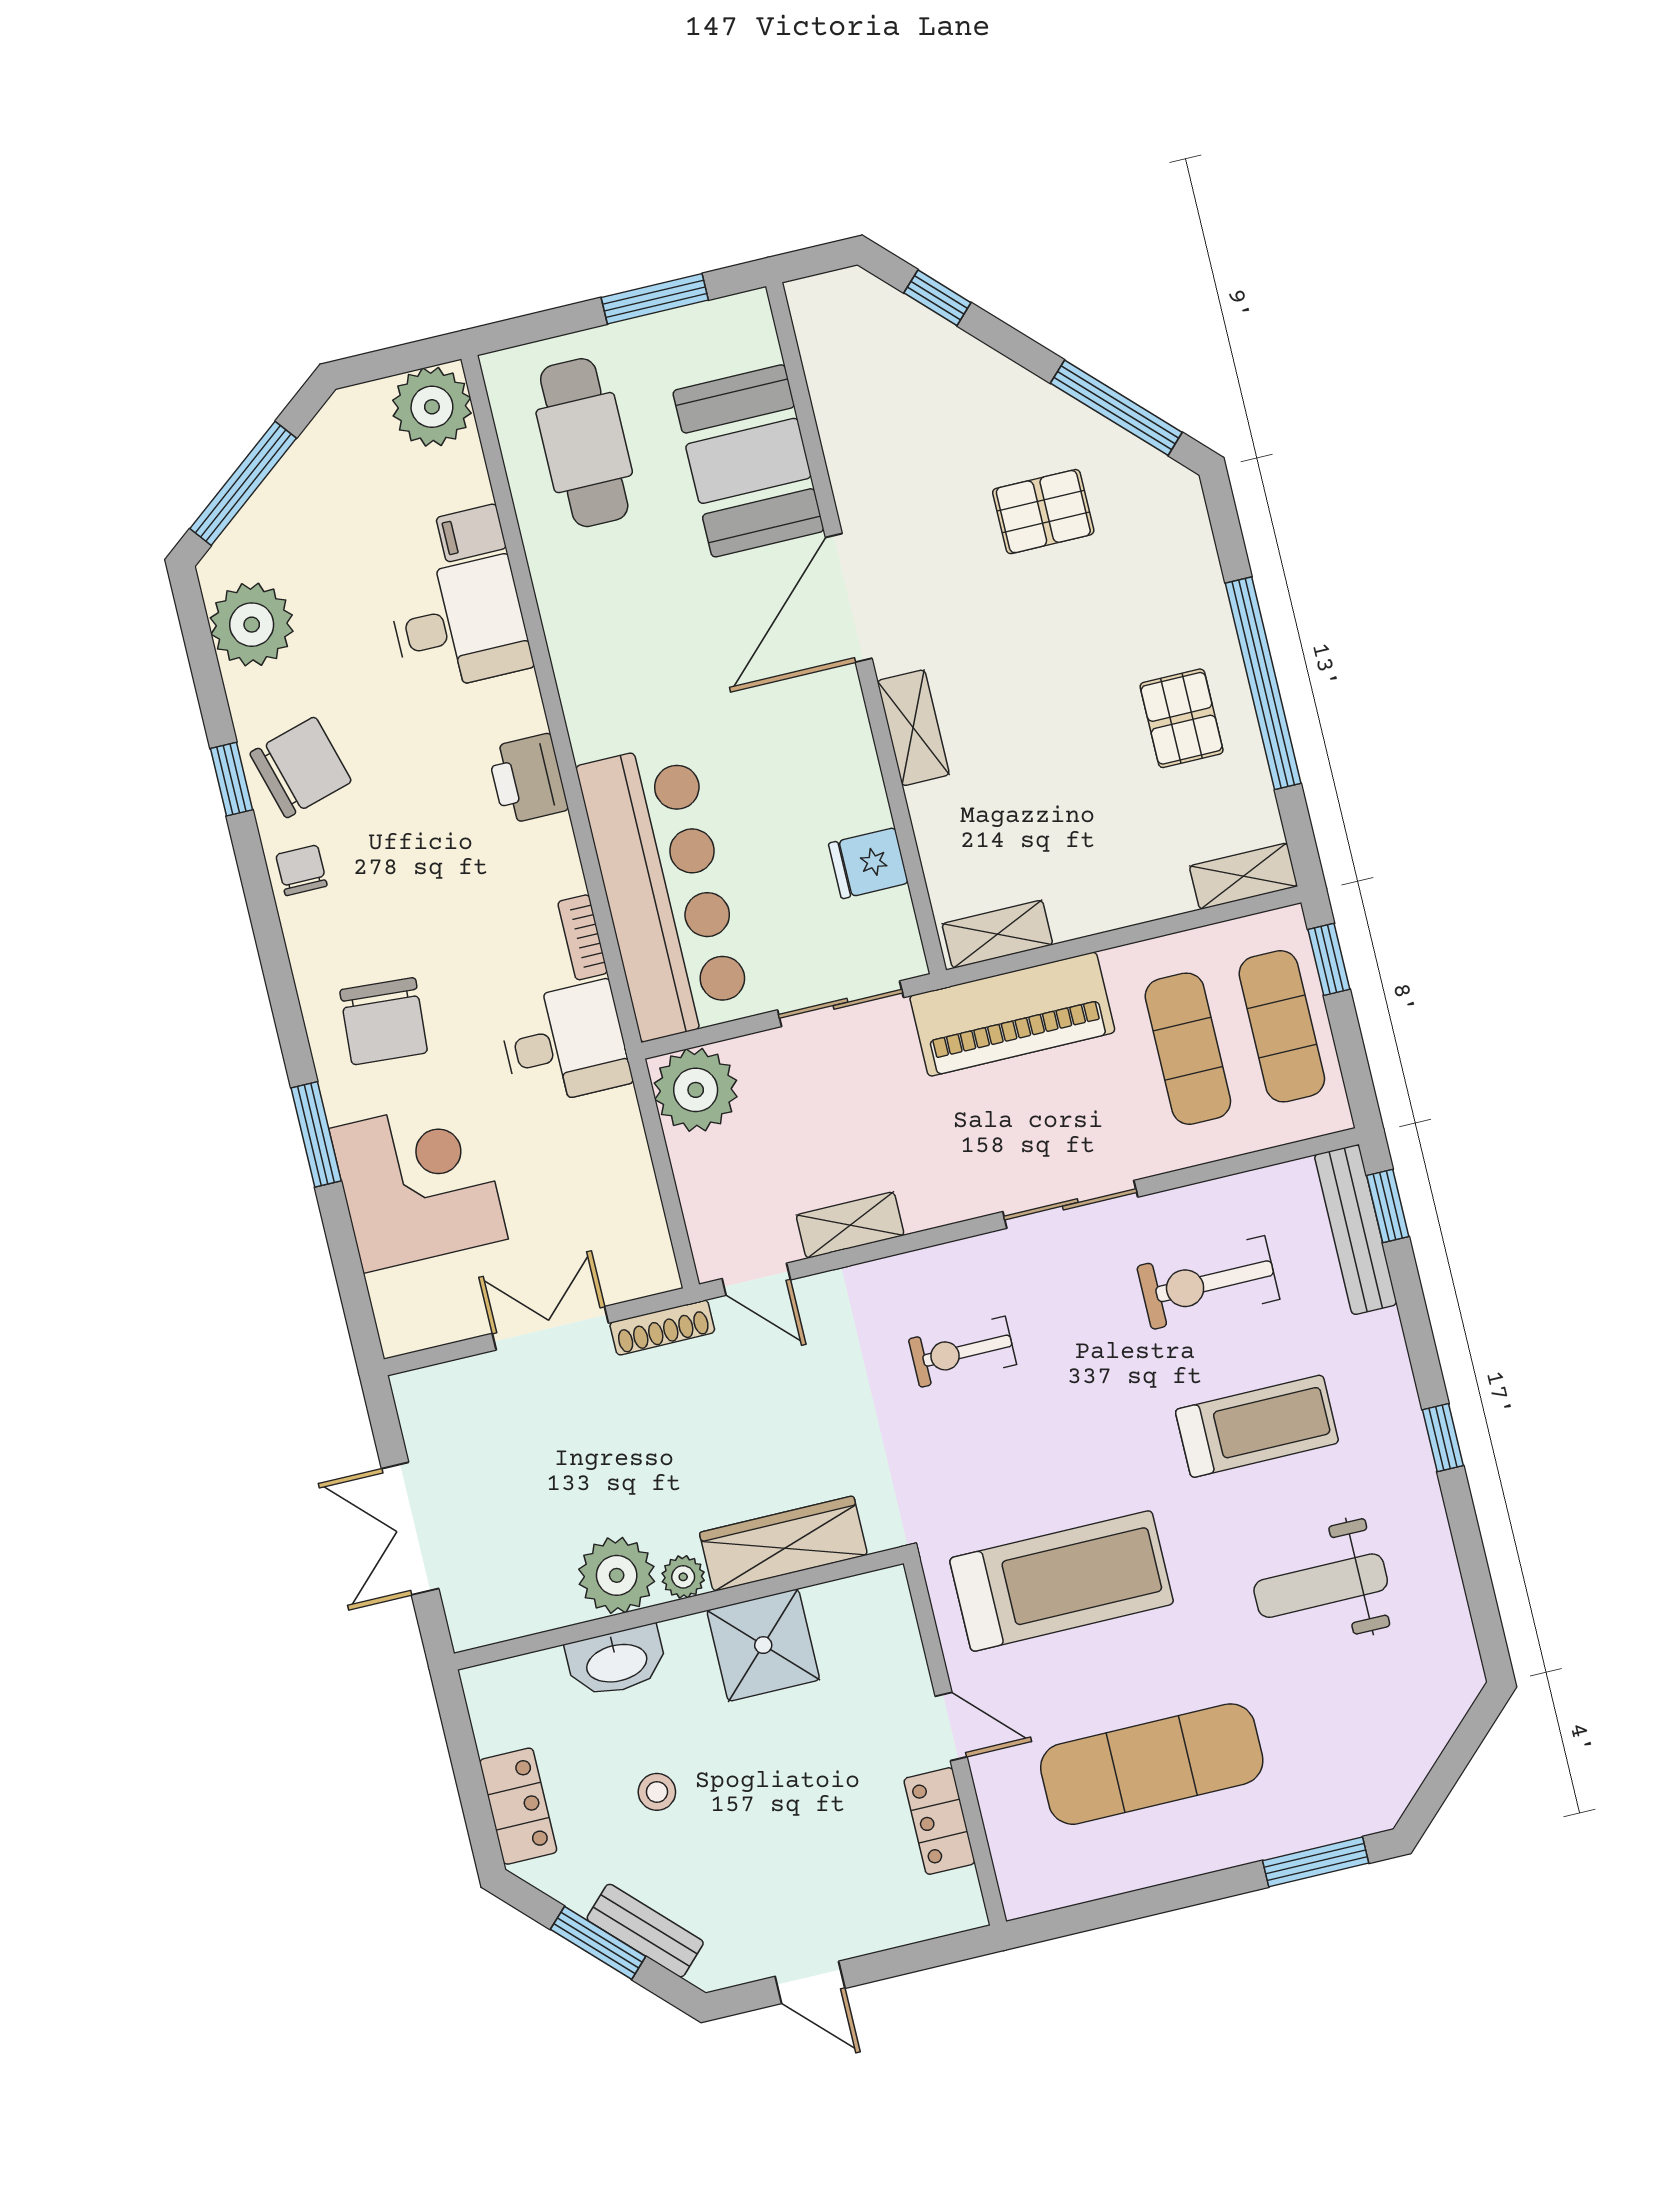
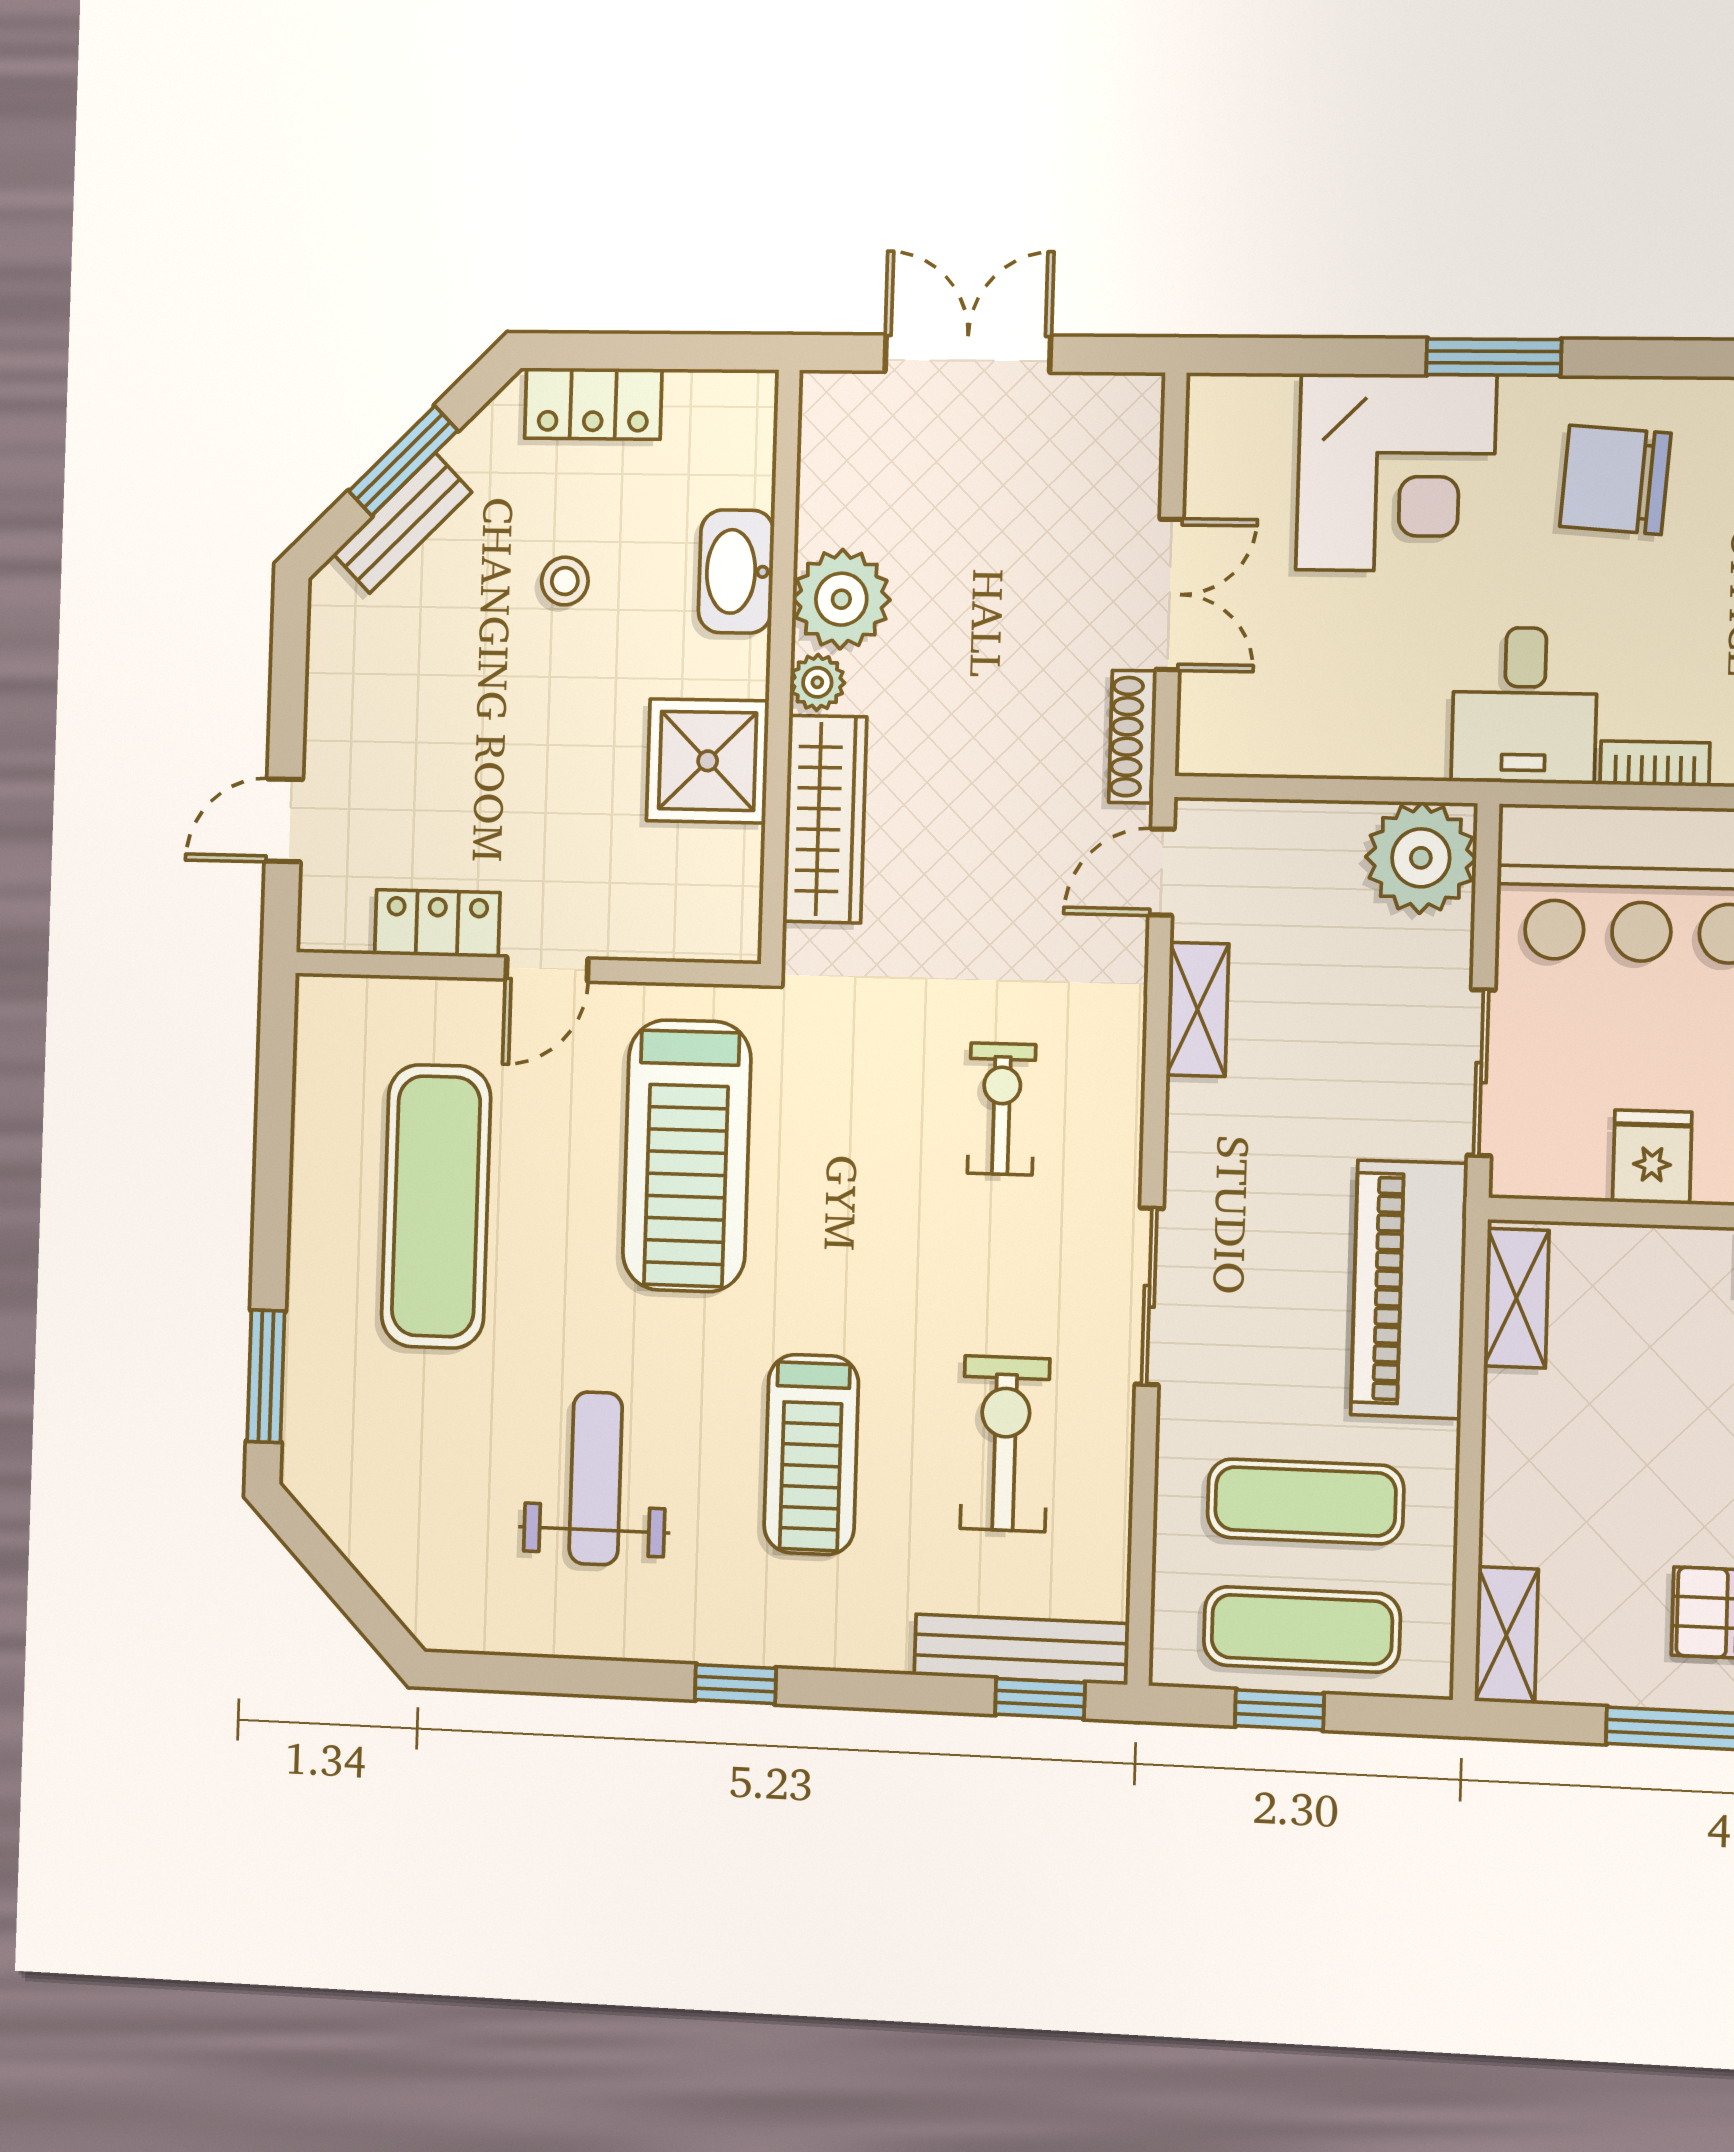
window: (1329, 959) -> (1279, 1710), moved
door: (810, 1982) -> (284, 820), moved

